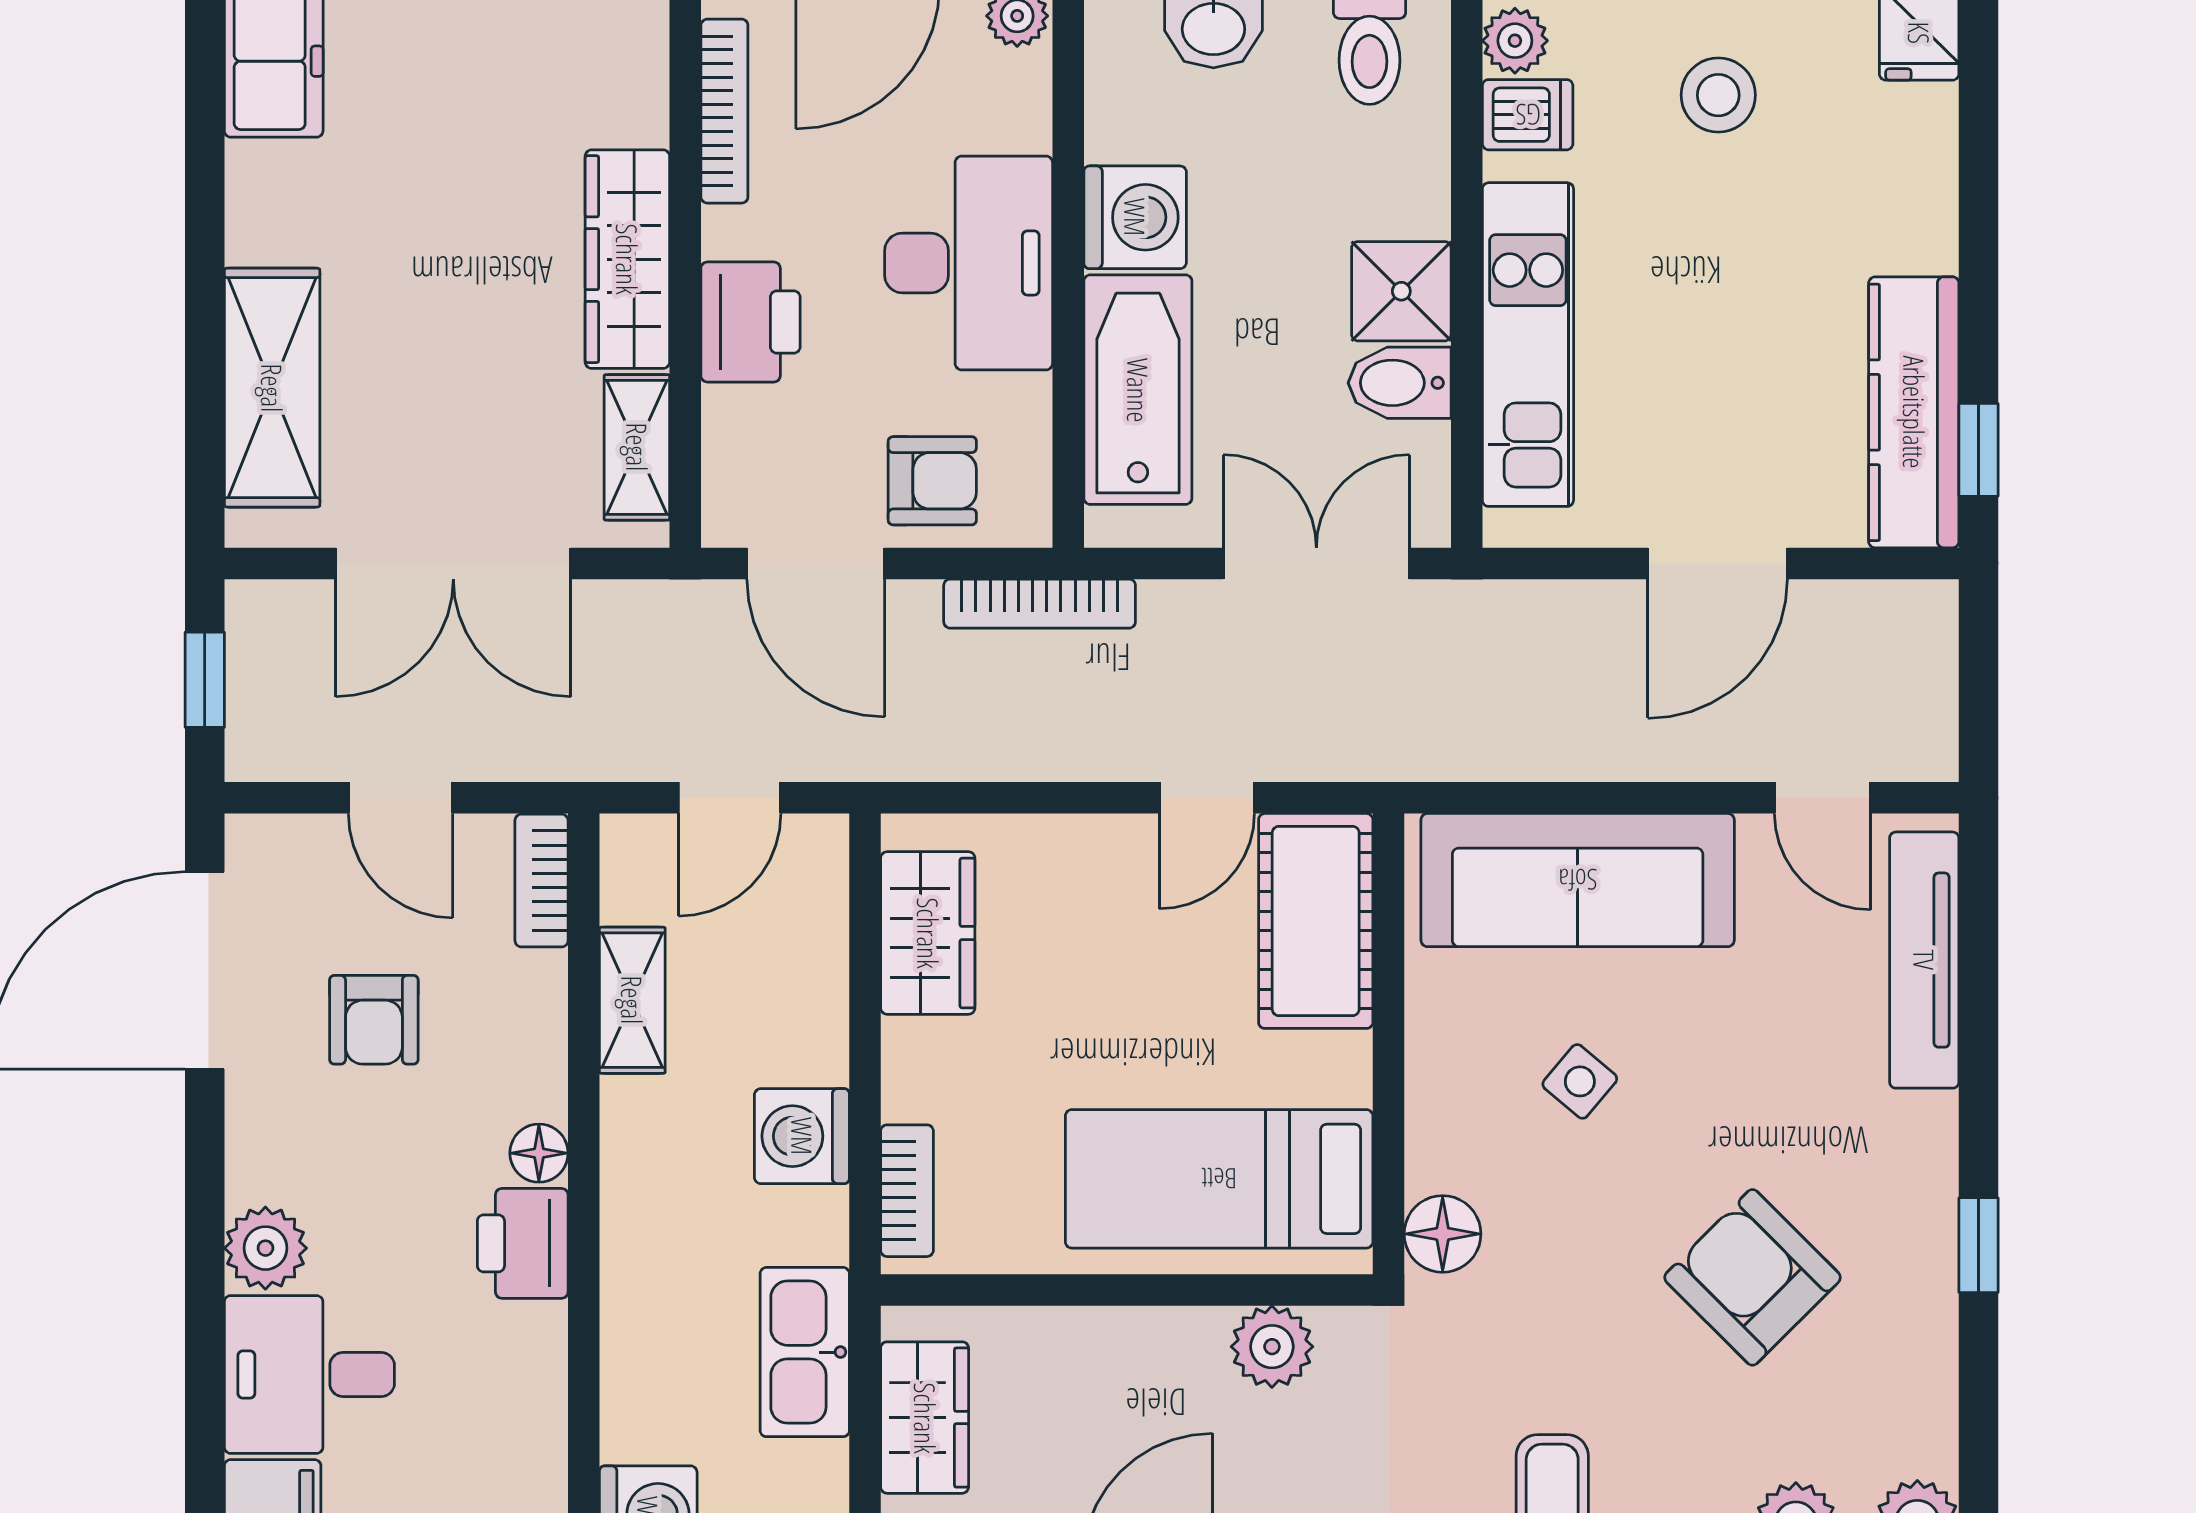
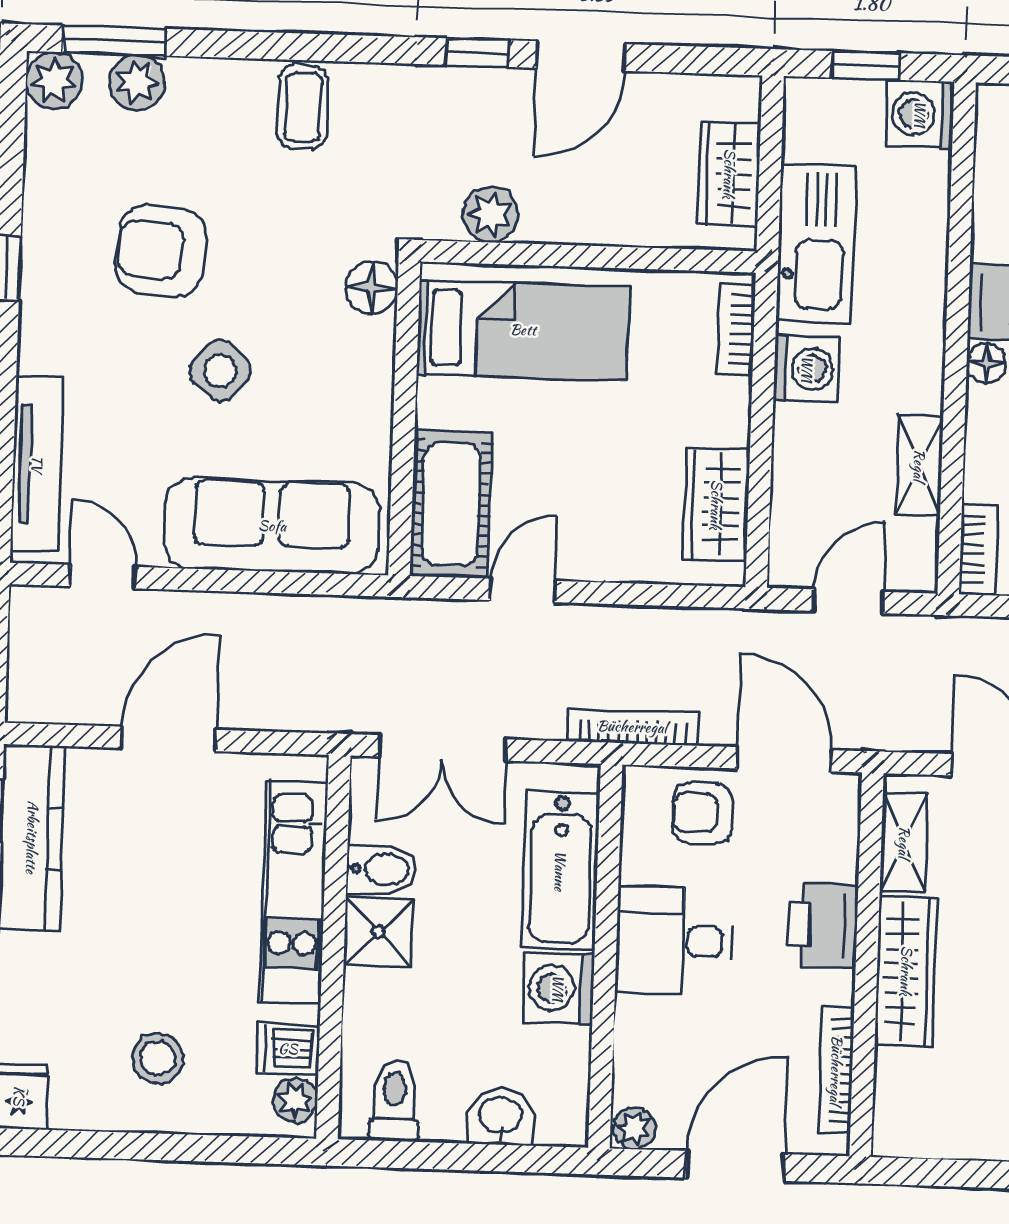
desk: (969, 263) -> (674, 941), width x0.73
side table: (1580, 1081) -> (220, 371), moved, width x1.37, depth x1.37
armchair: (1753, 1277) -> (161, 251), turned 141
kitchen sink: (805, 1352) -> (816, 243), width x1.36, depth x1.24

